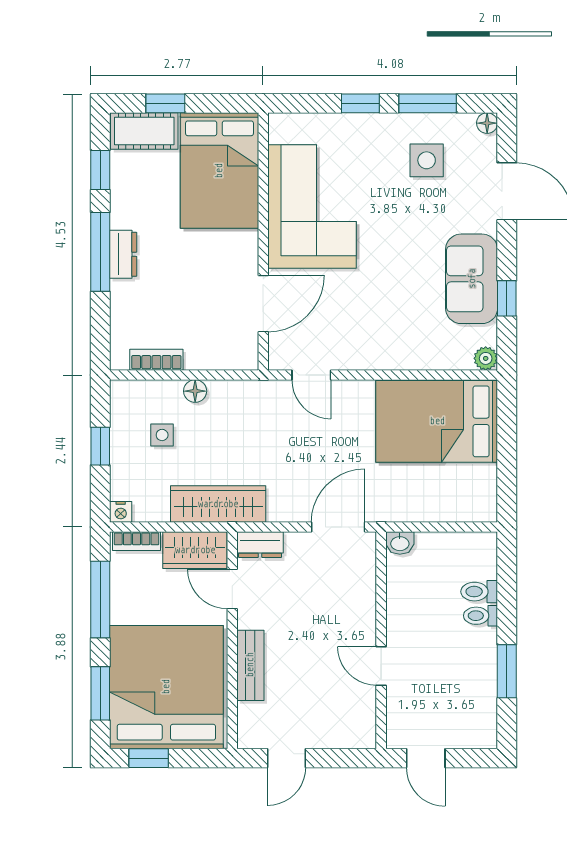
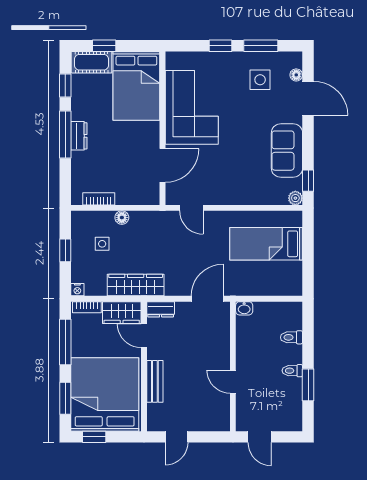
floor lamp: (487, 123) -> (296, 75), moved
window: (507, 298) -> (308, 181), moved
bed: (437, 421) -> (266, 244), width x0.67
toilet: (481, 616) -> (292, 371), moved

